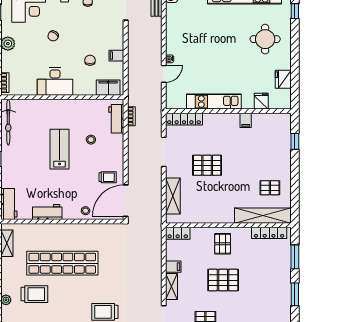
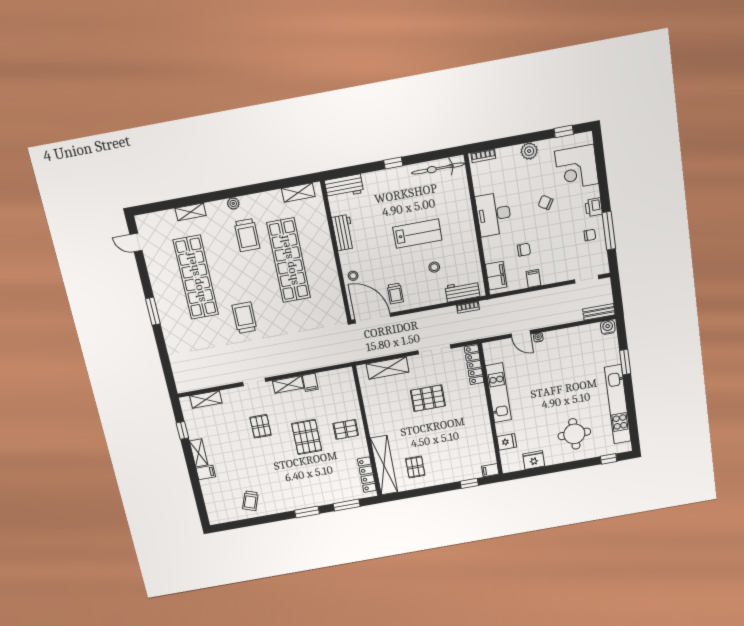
filing cabinet: (246, 120) -> (490, 470), moved
pallet: (207, 165) -> (428, 398), turned 90
locker: (178, 233) -> (348, 381), removed

